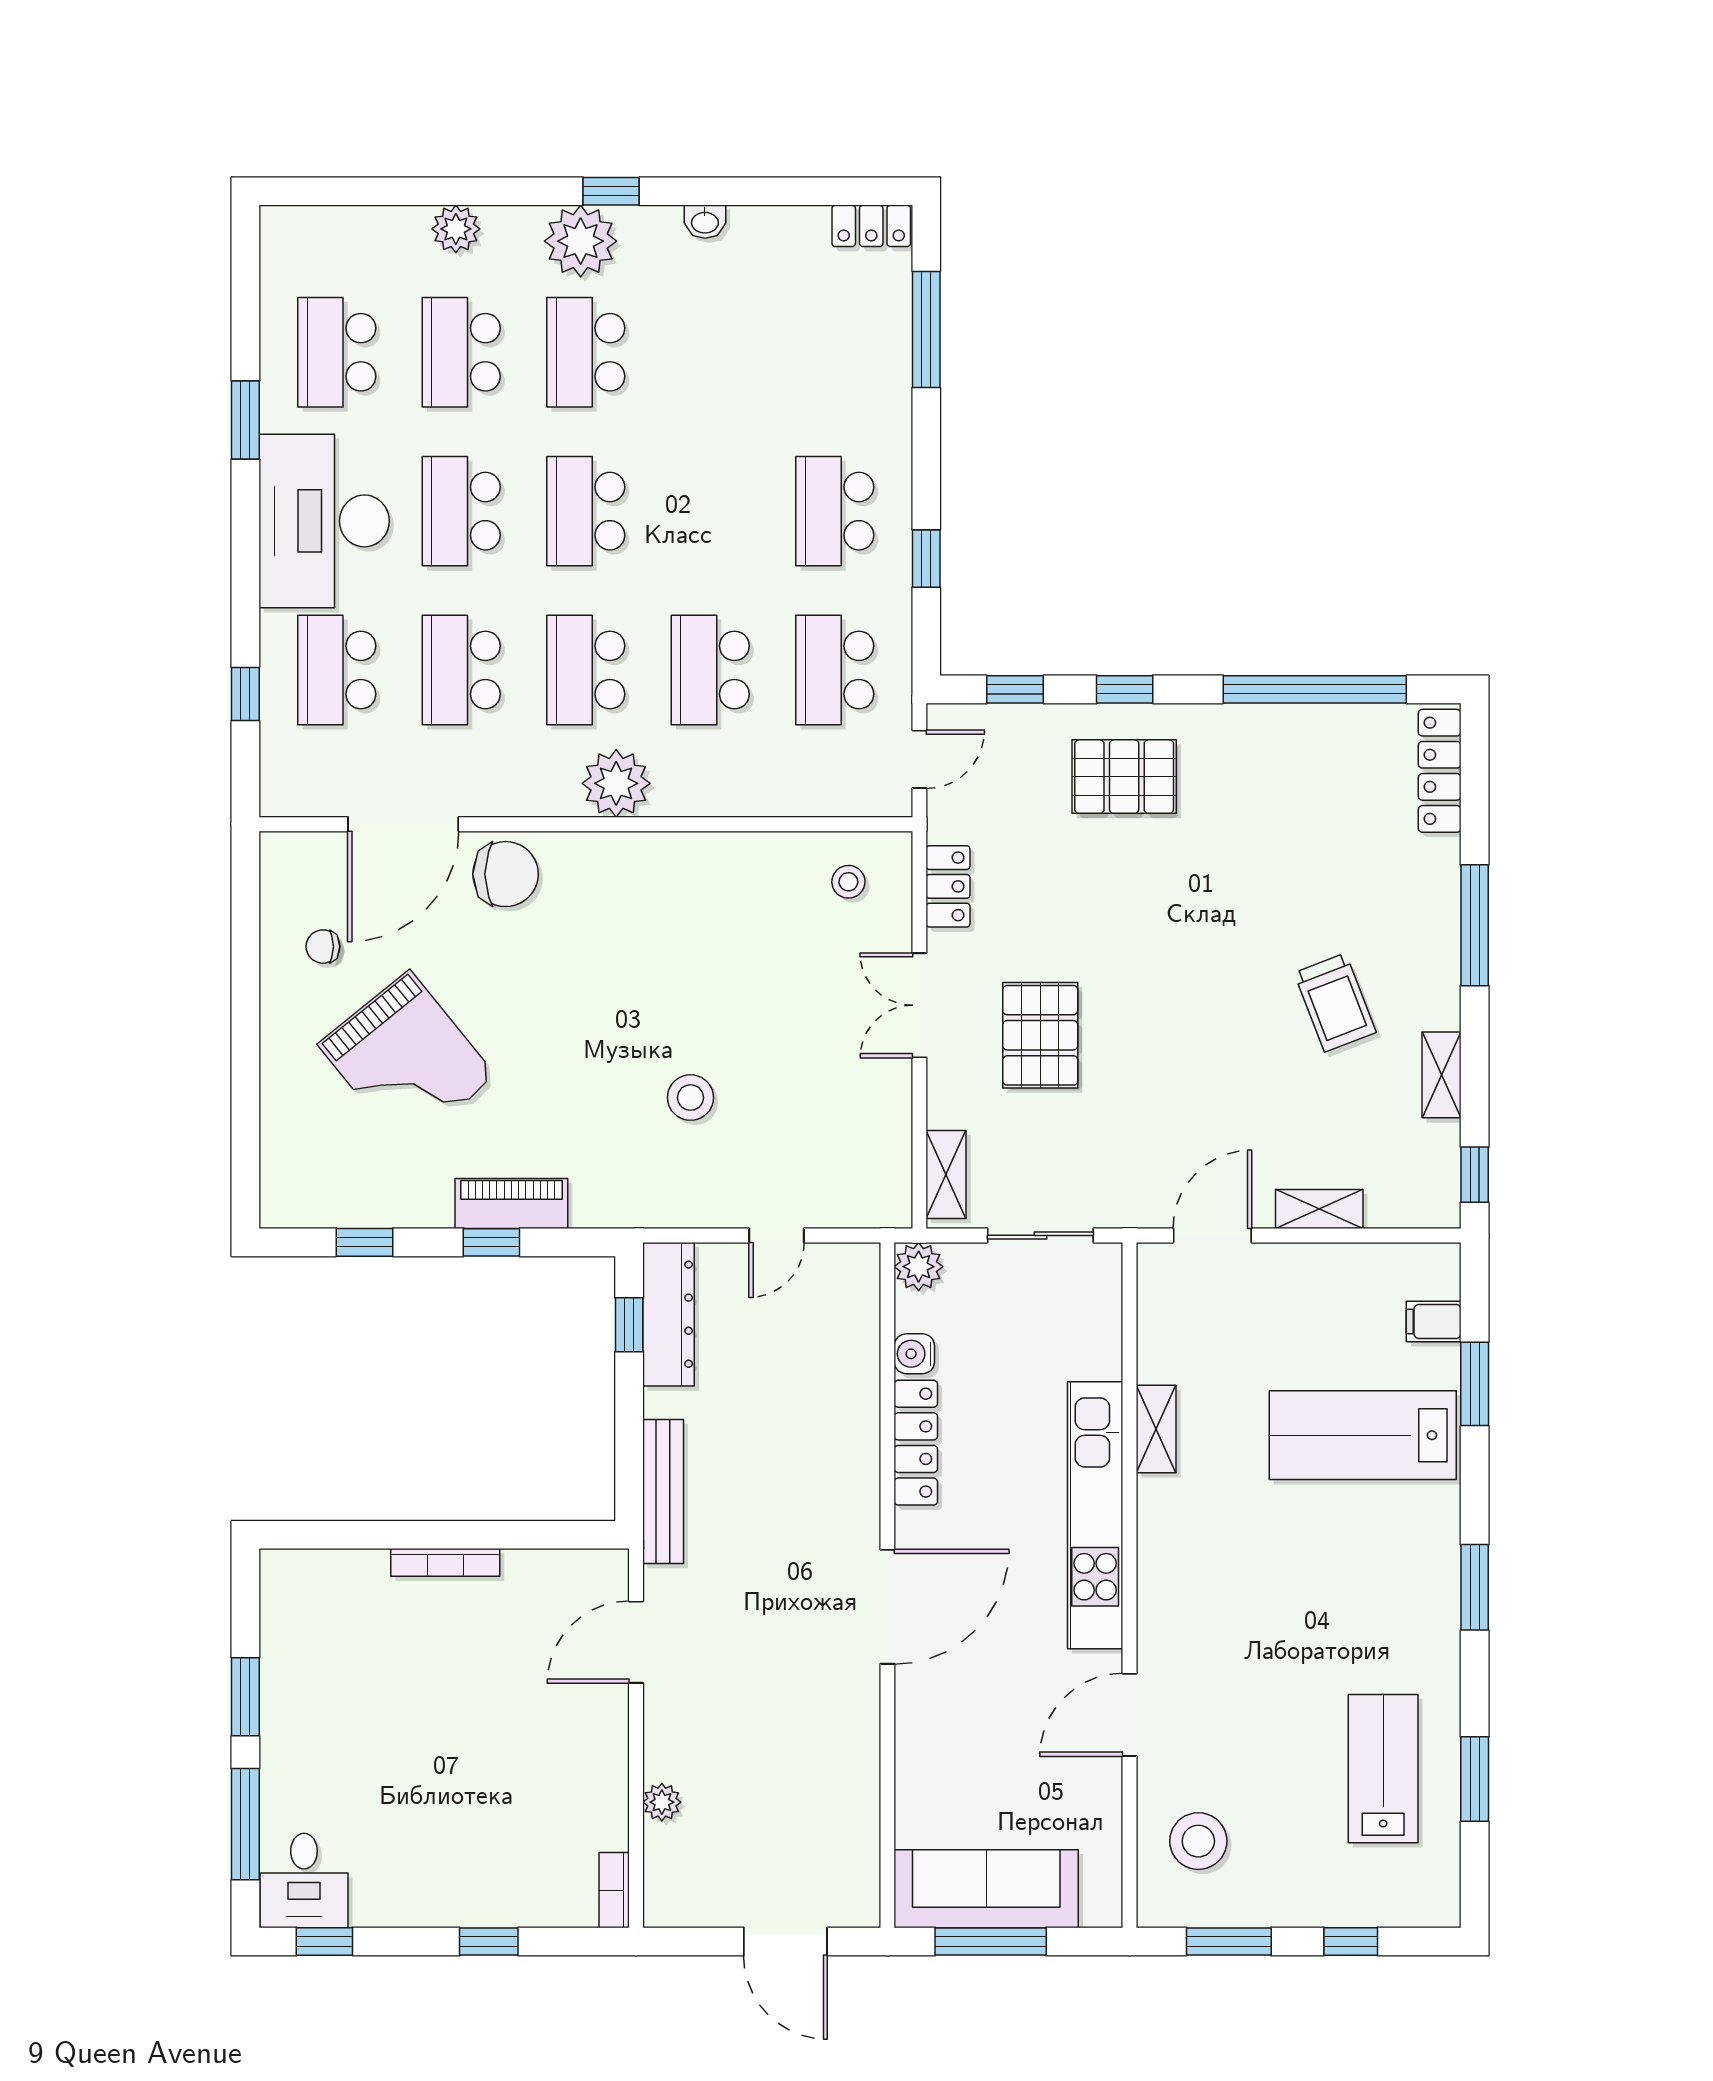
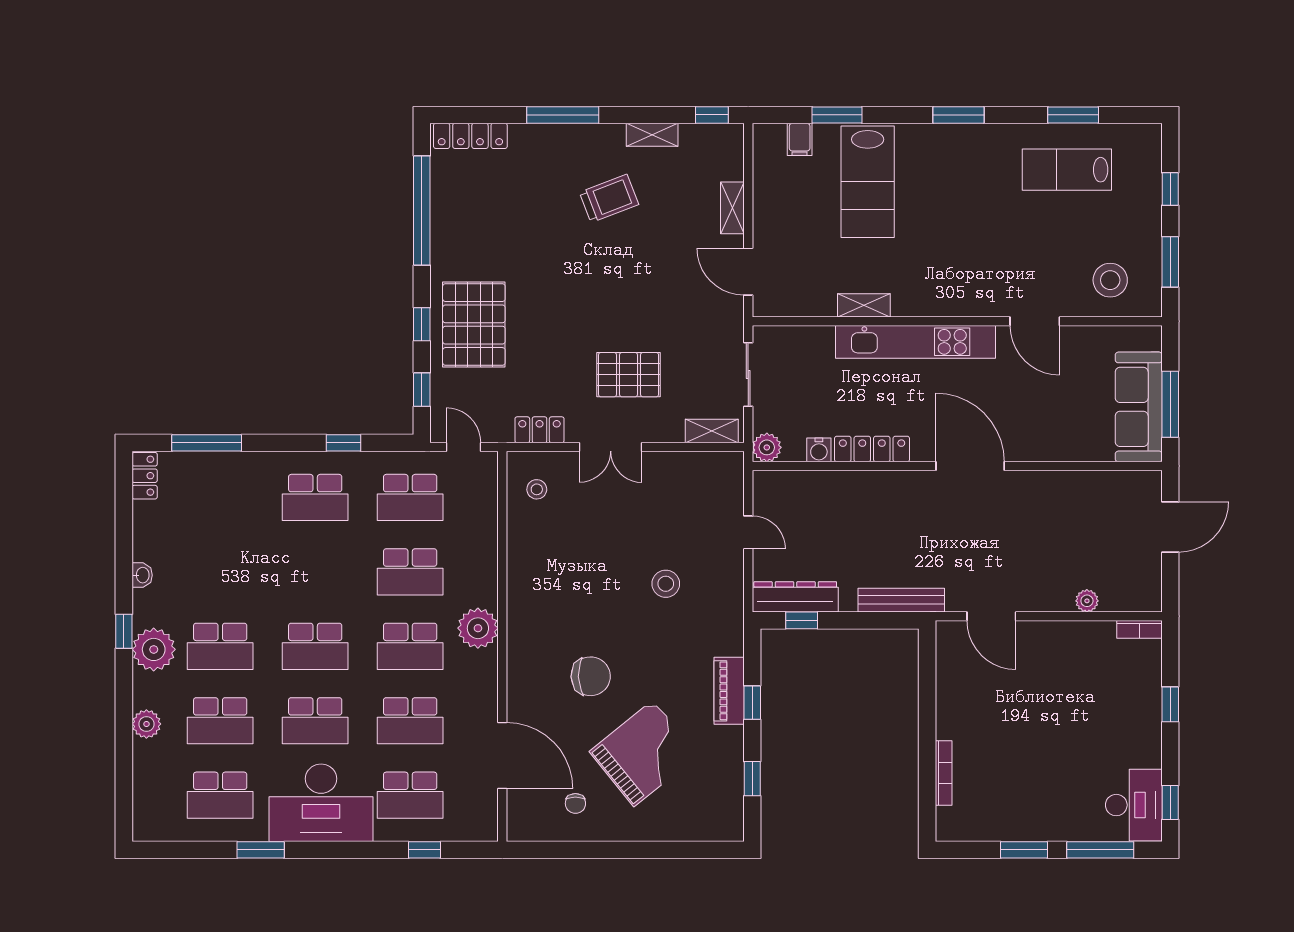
pallet: (1124, 777) -> (474, 325), width x1.37, depth x1.41
chair: (506, 874) -> (591, 676), moved, turned 88
bookcase: (445, 1562) -> (944, 773), moved
desk: (304, 1880) -> (1134, 805), width x1.37

